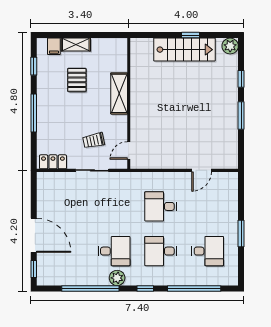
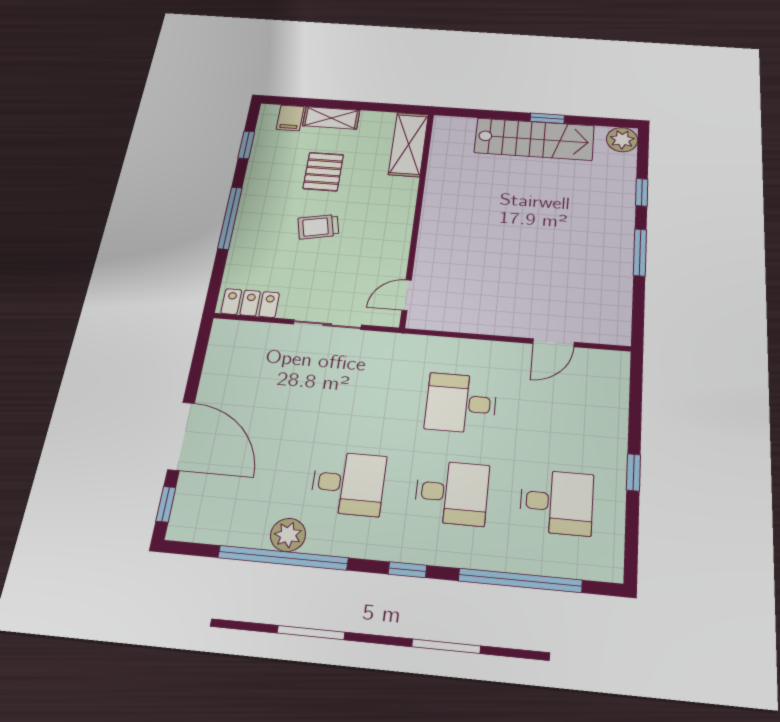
shelving: (119, 93) -> (409, 144), moved
trolley: (94, 141) -> (318, 227), moved
window: (241, 234) -> (633, 472), width x0.67
desk: (161, 251) -> (452, 493), turned 180
plant: (117, 278) -> (288, 535), moved

